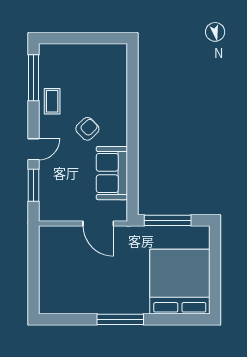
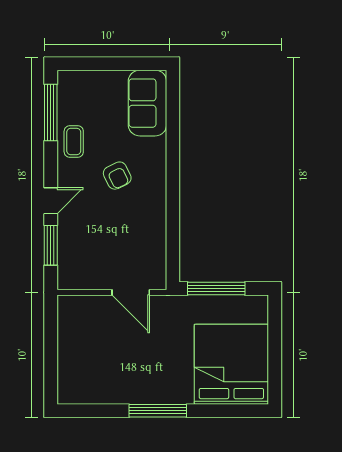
armchair: (87, 129) -> (117, 176), turned 108
sofa: (112, 173) -> (147, 103), moved

